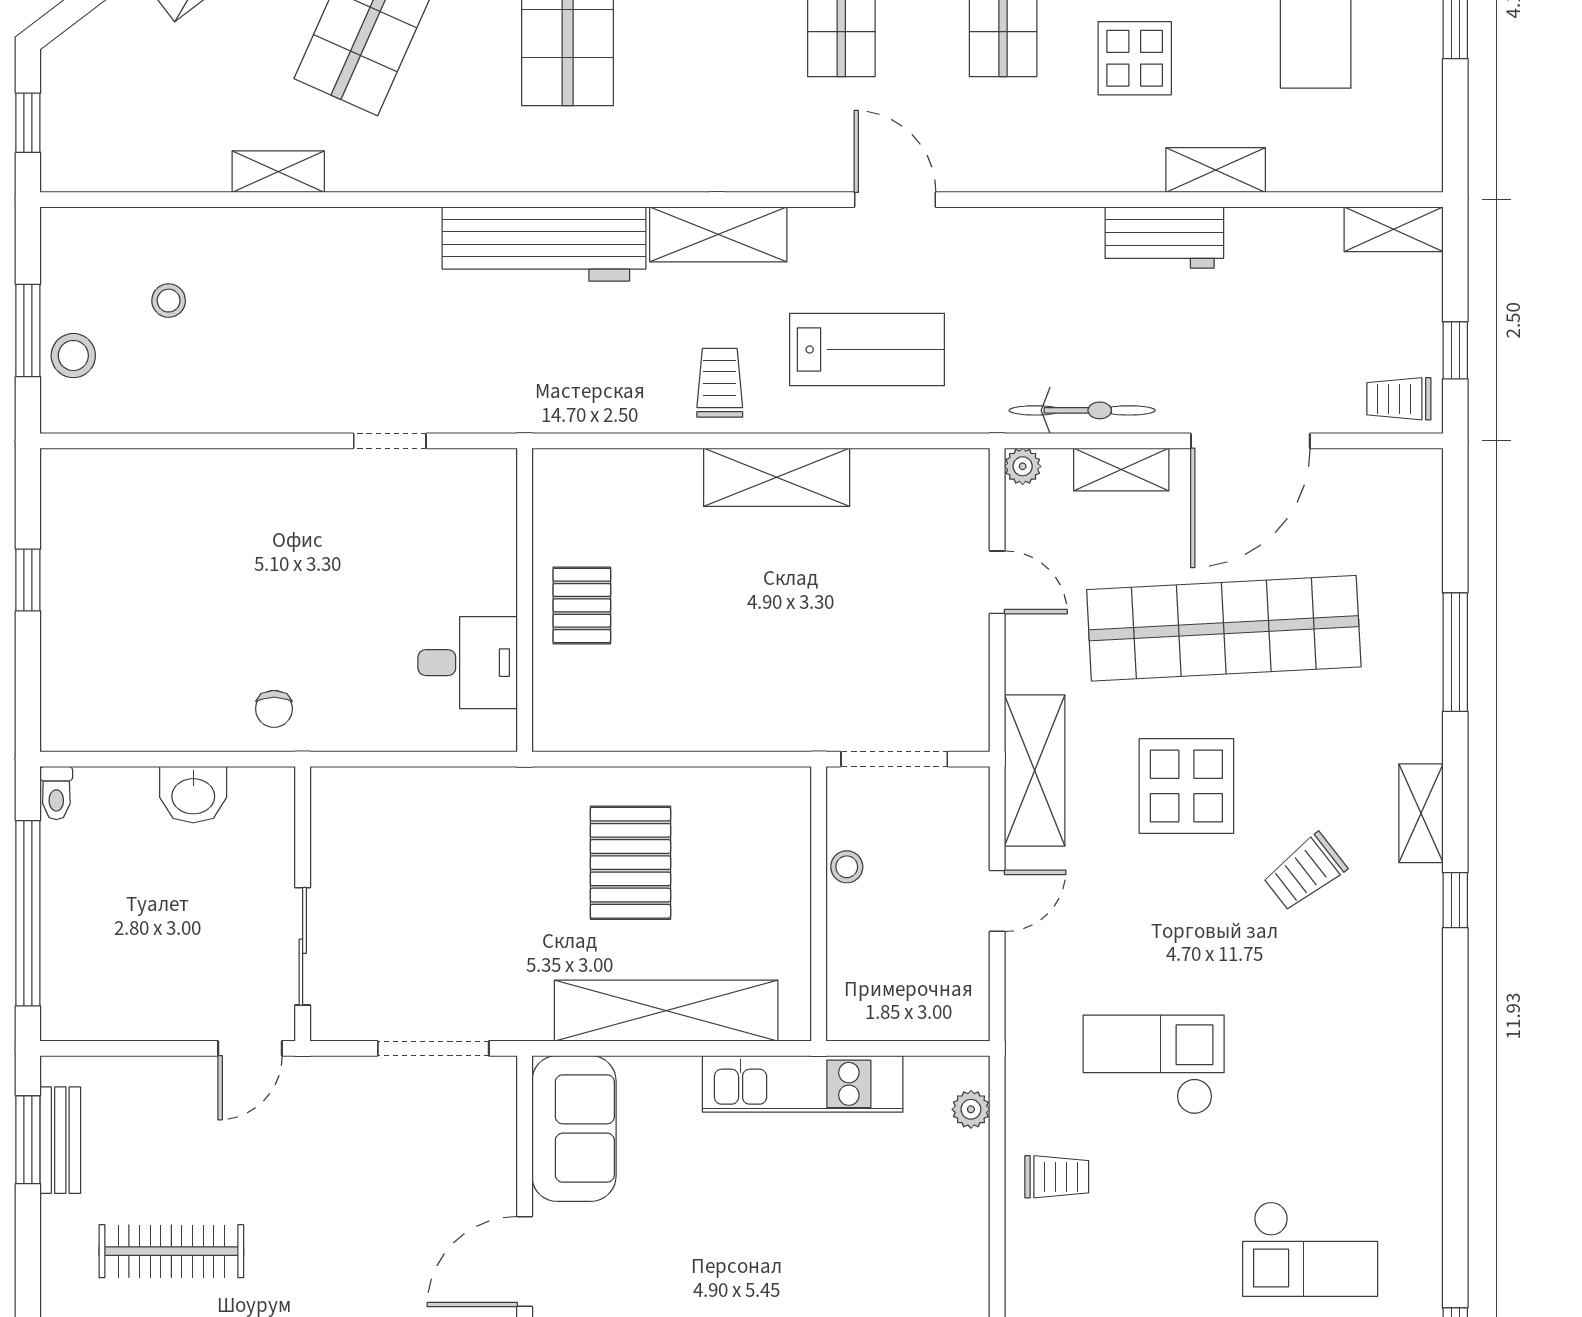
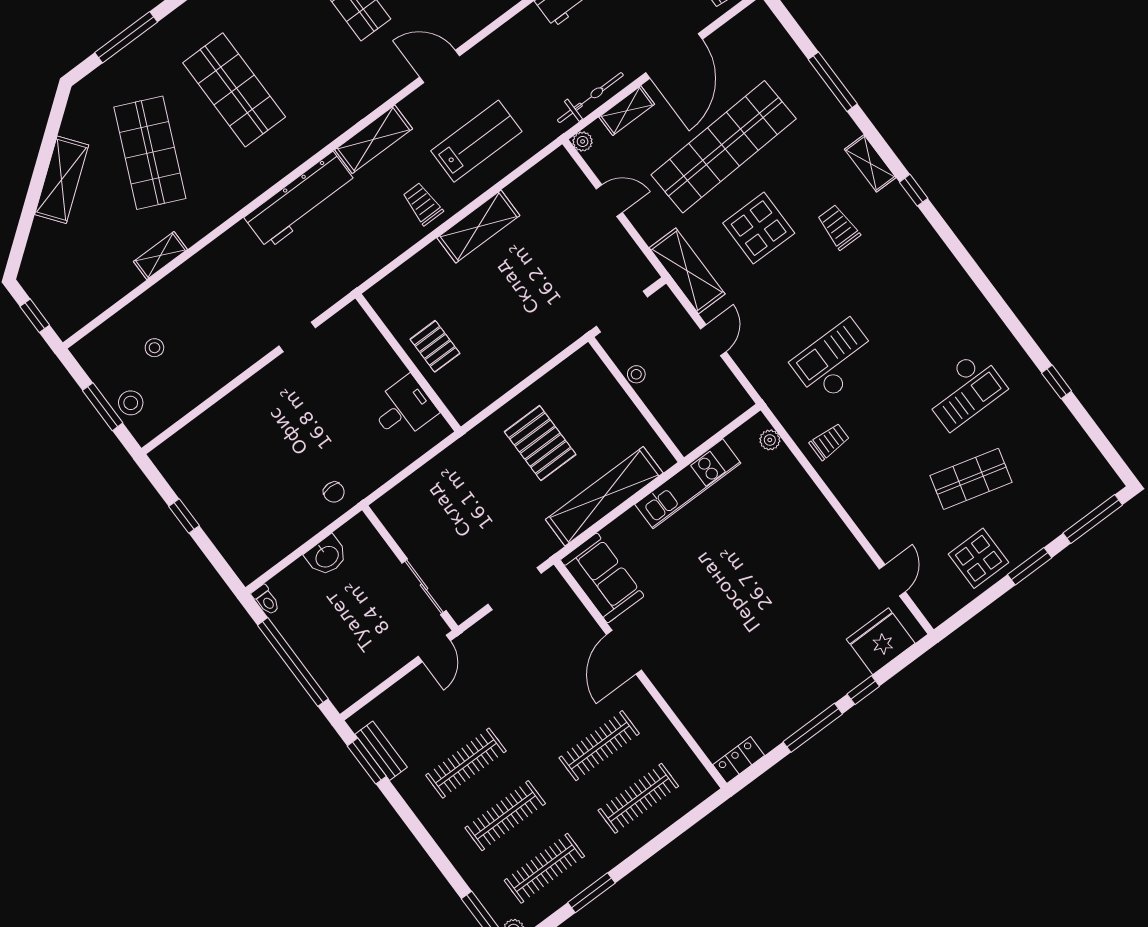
trolley: (1305, 872) -> (839, 227), turned 128

